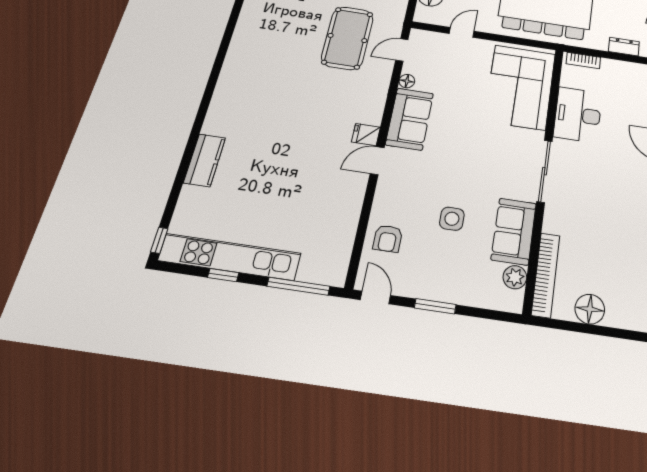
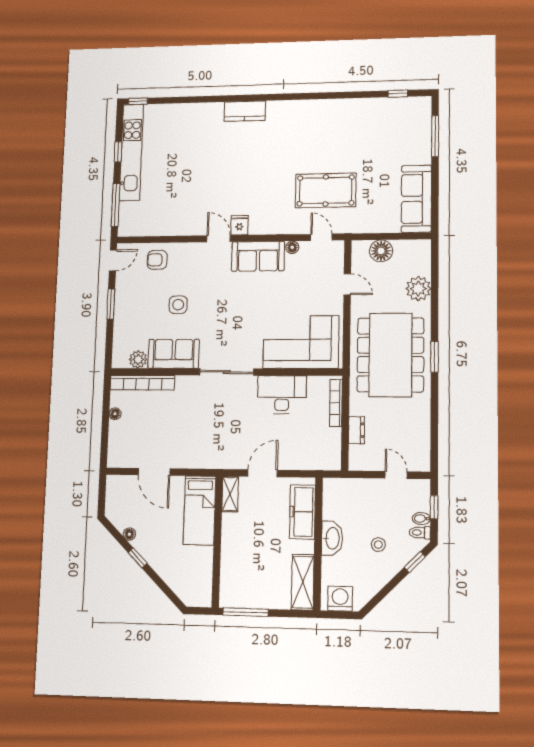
bookcase: (583, 60) -> (336, 403), width x1.56
kitchen counter: (205, 160) -> (245, 111), moved
floor lamp: (590, 309) -> (115, 414), width x0.53, depth x0.53

